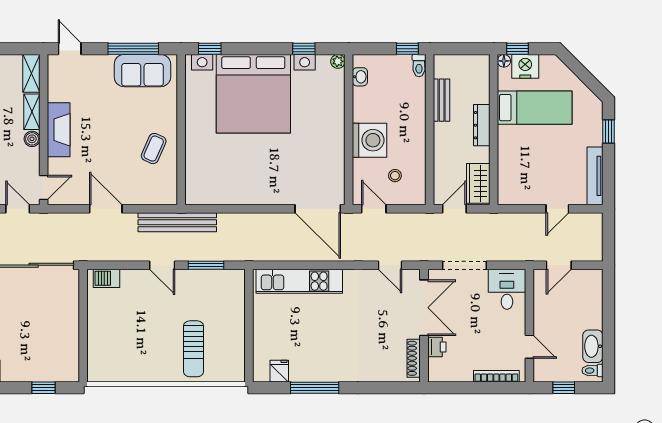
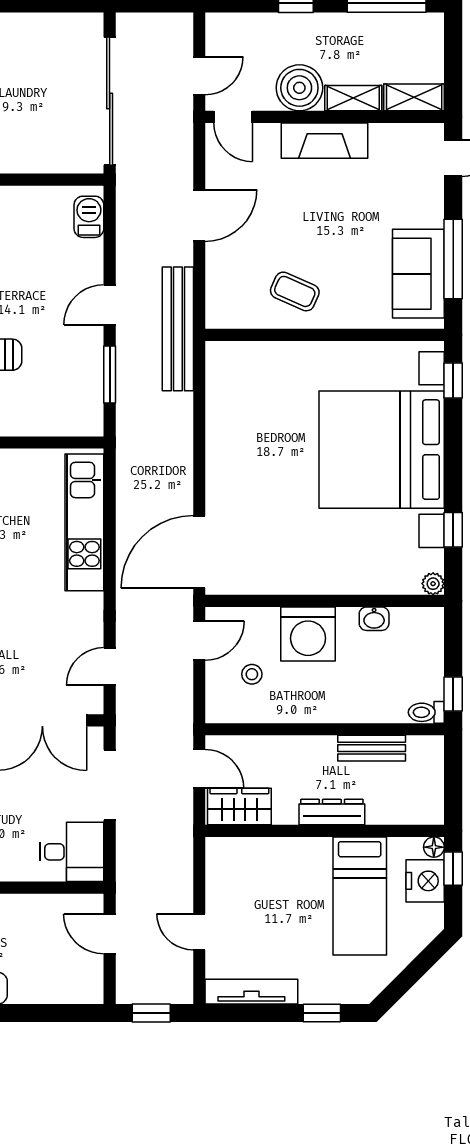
washbasin: (360, 77) -> (374, 619), moved
boiler: (32, 139) -> (299, 88), width x1.86, depth x1.86
window: (609, 239) -> (151, 1013), added

